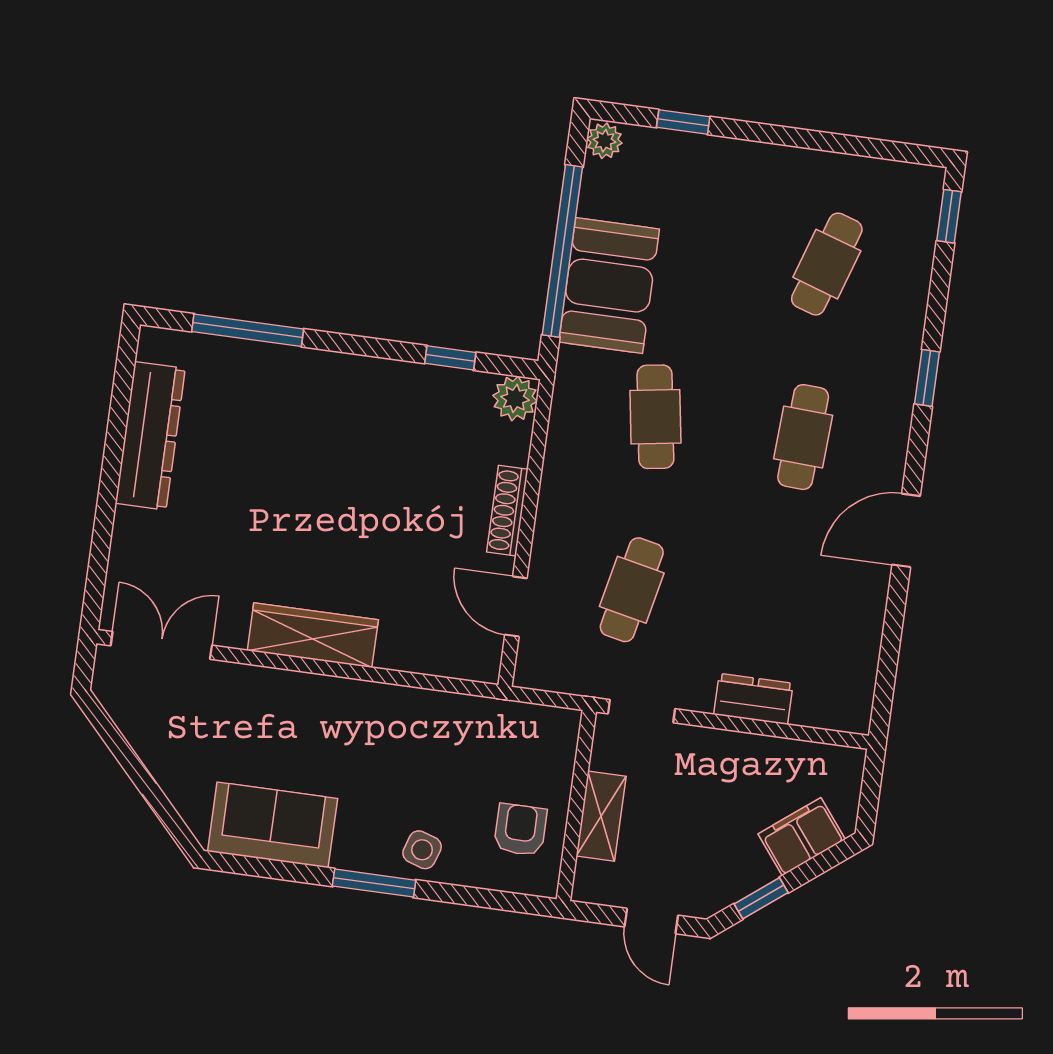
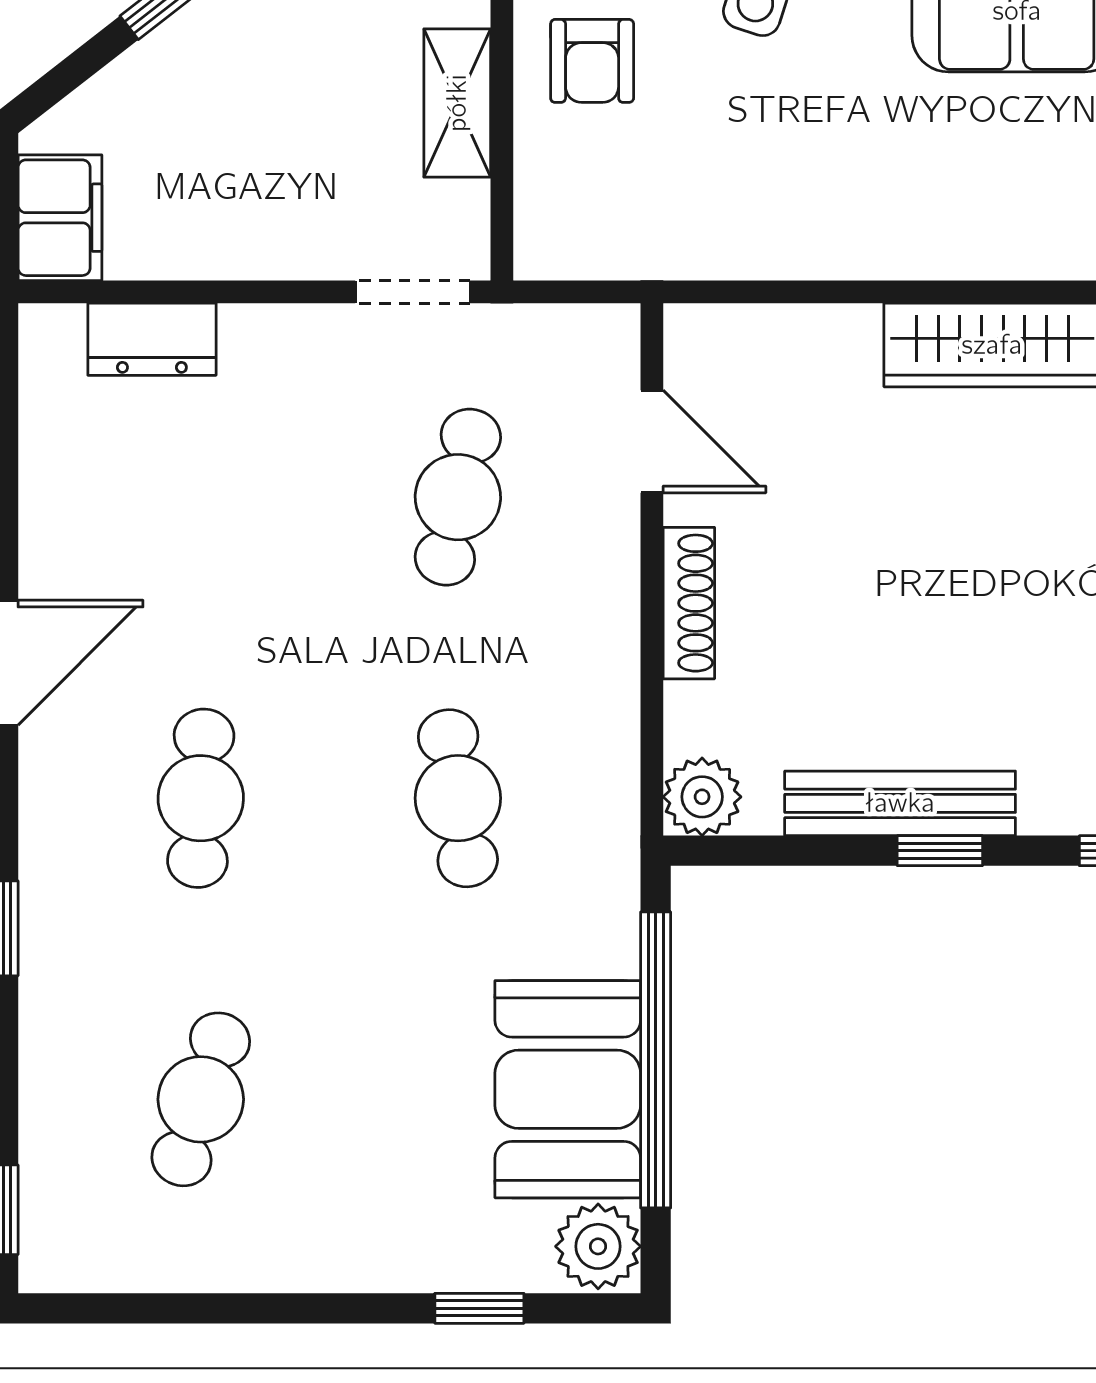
plant: (604, 141) -> (598, 1246), width x1.38, depth x1.38
booth: (609, 286) -> (568, 1089), moved
window: (450, 358) -> (940, 851), moved
bench: (402, 379) -> (900, 803), added
dresser: (753, 699) -> (152, 339), moved
filing cabinet: (802, 837) -> (60, 218), moved, turned -52

